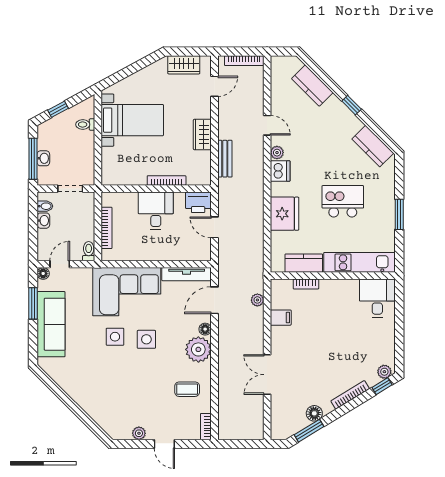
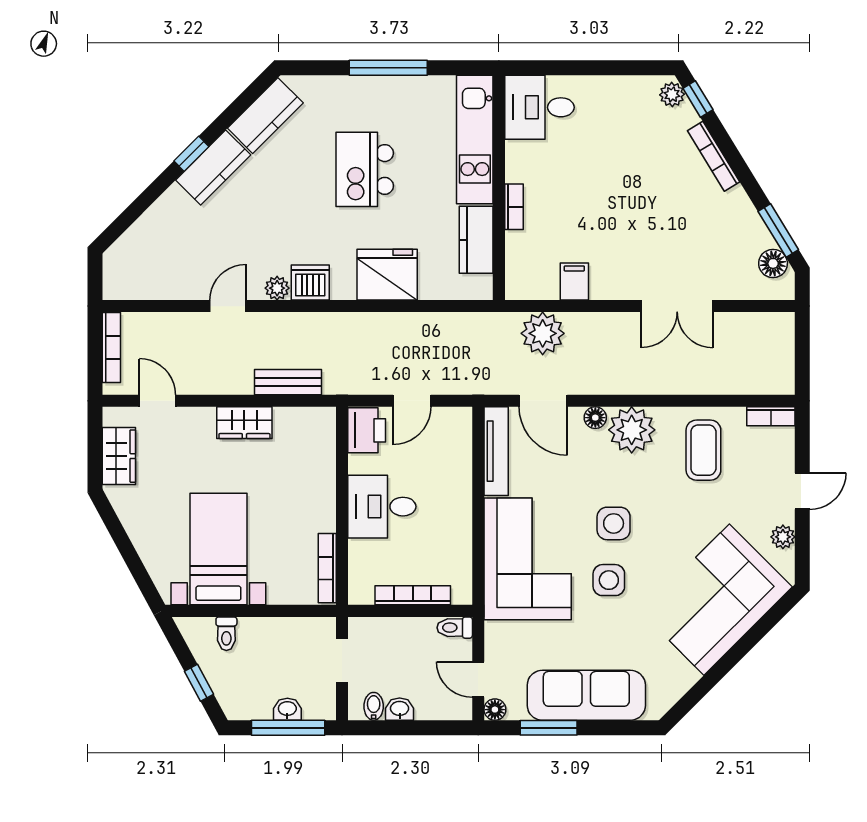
kitchen counter: (312, 86) -> (213, 168), moved
bookcase: (167, 180) -> (327, 568), moved
window: (399, 214) -> (388, 68), width x1.44
bookcase: (306, 284) -> (514, 207), moved
plant: (257, 300) -> (543, 333), width x1.88, depth x1.88
coffee table: (187, 389) -> (703, 450), width x1.36, depth x1.30
corner sofa: (104, 396) -> (717, 600), added
floor lamp: (314, 413) -> (773, 263), moved

